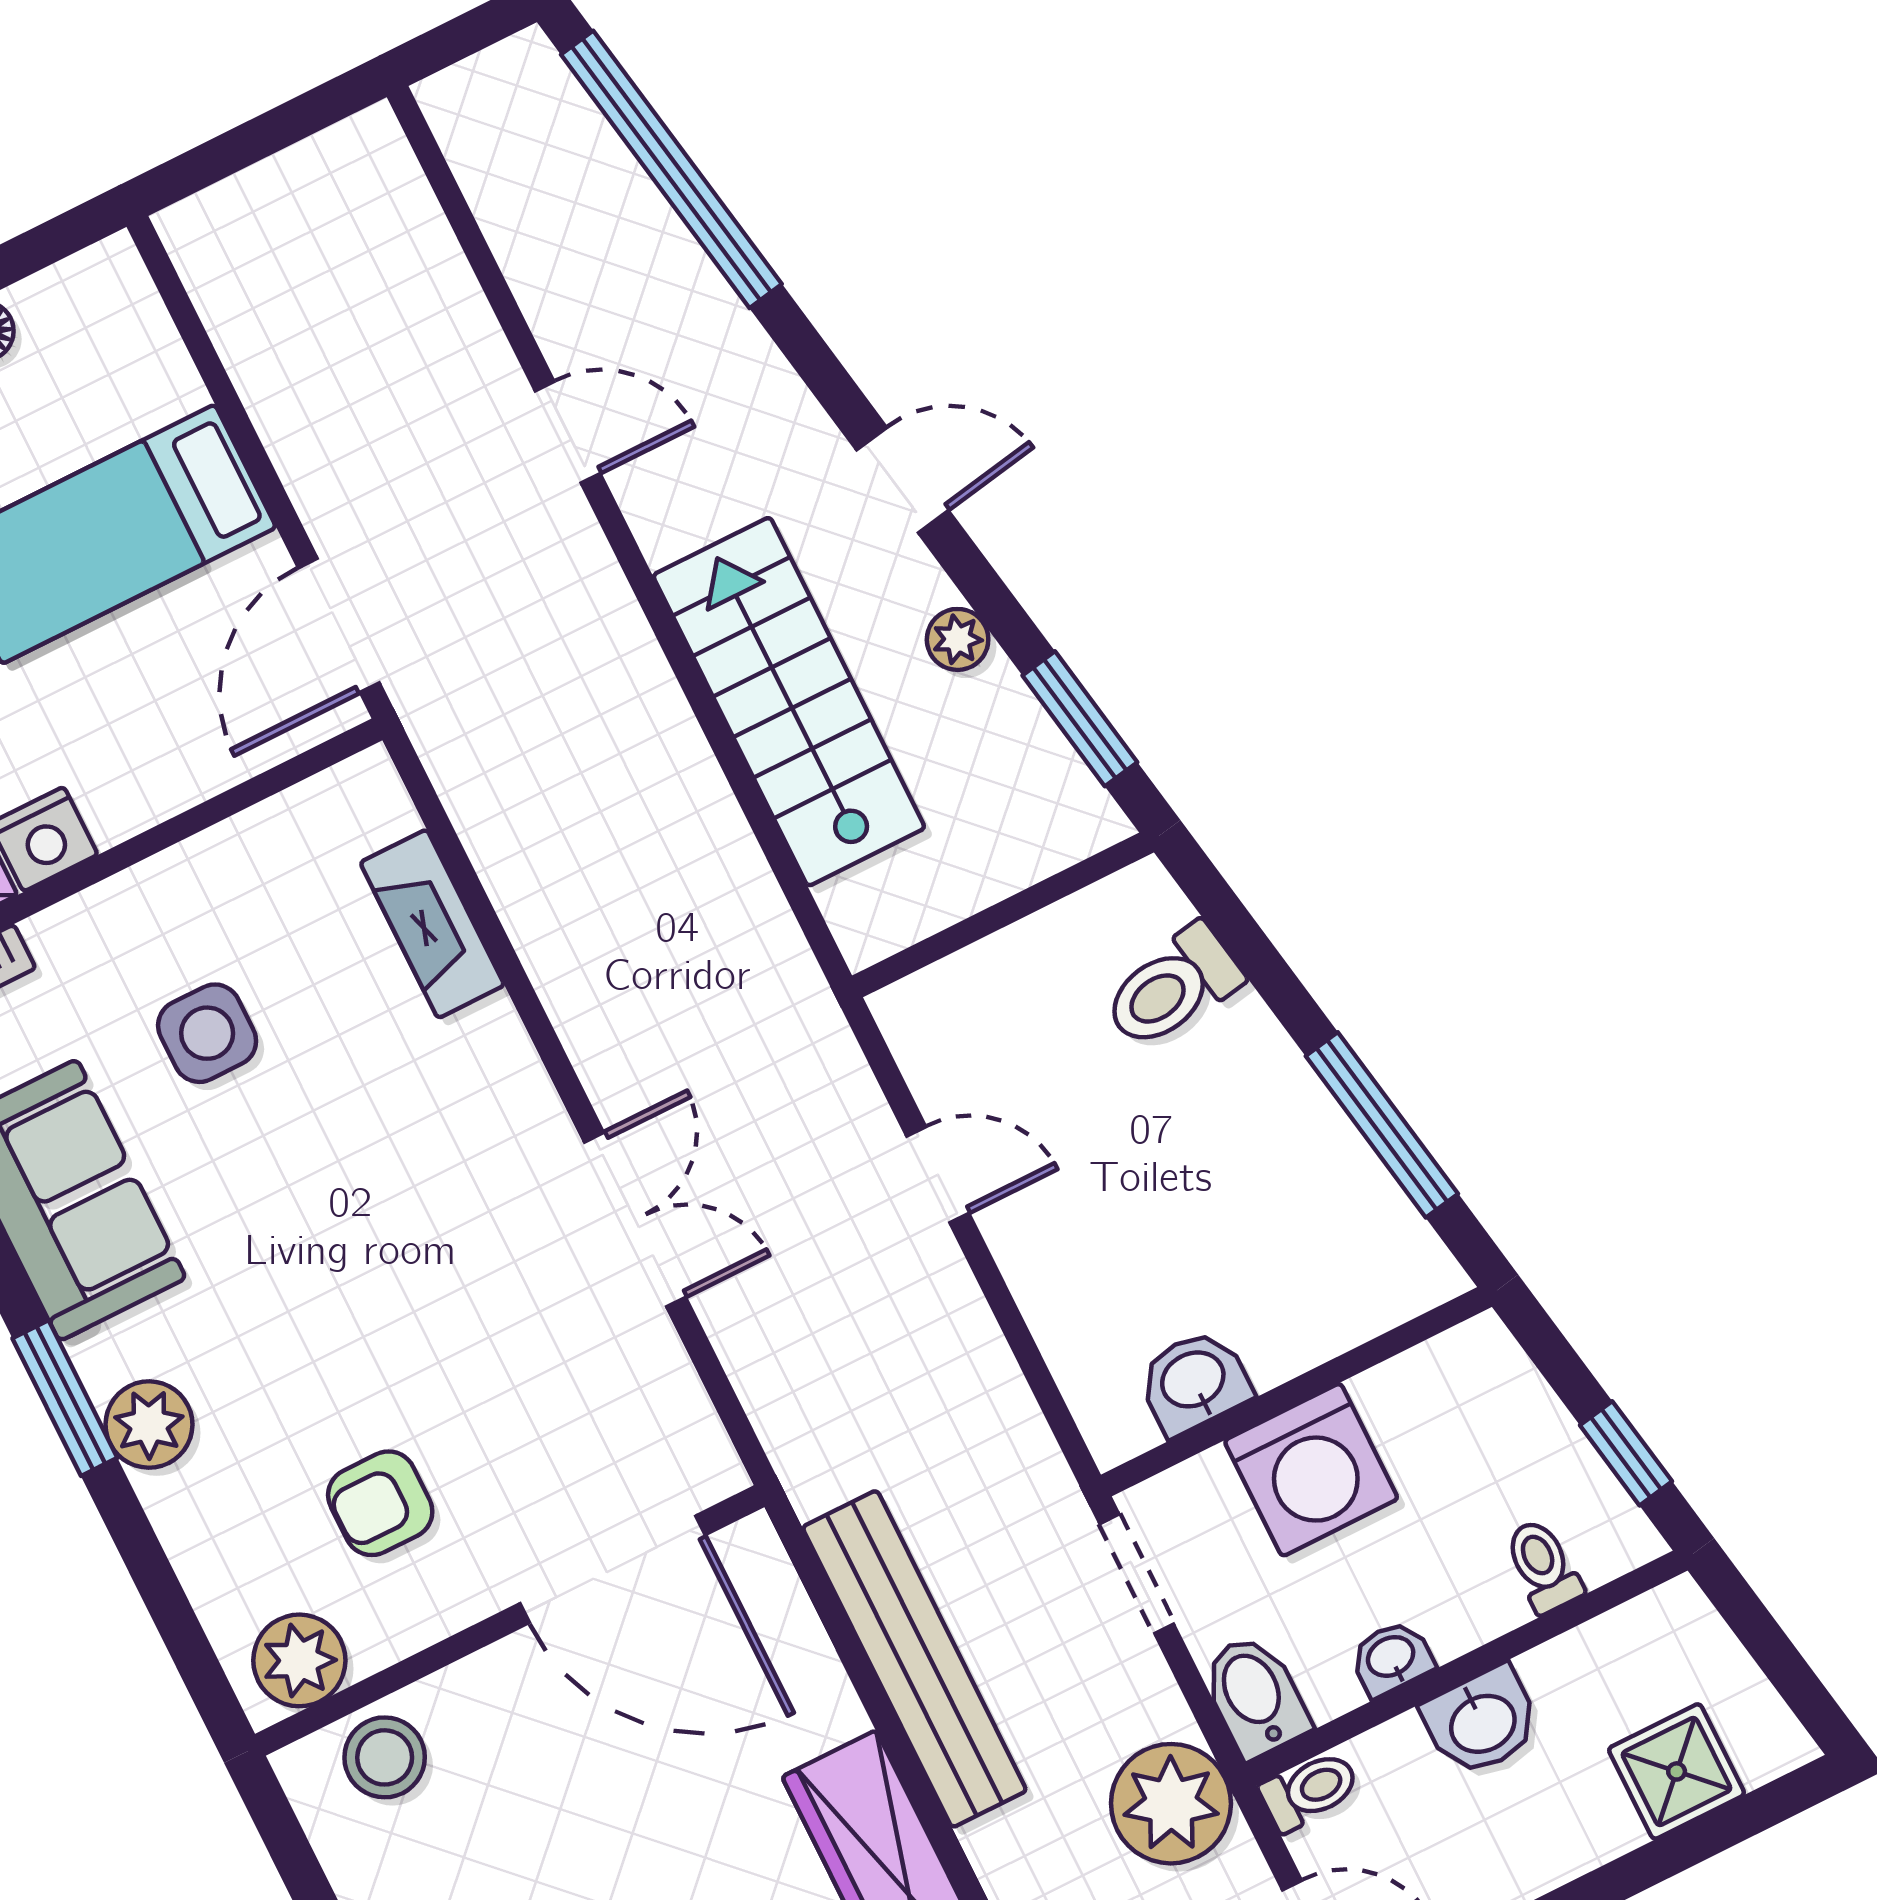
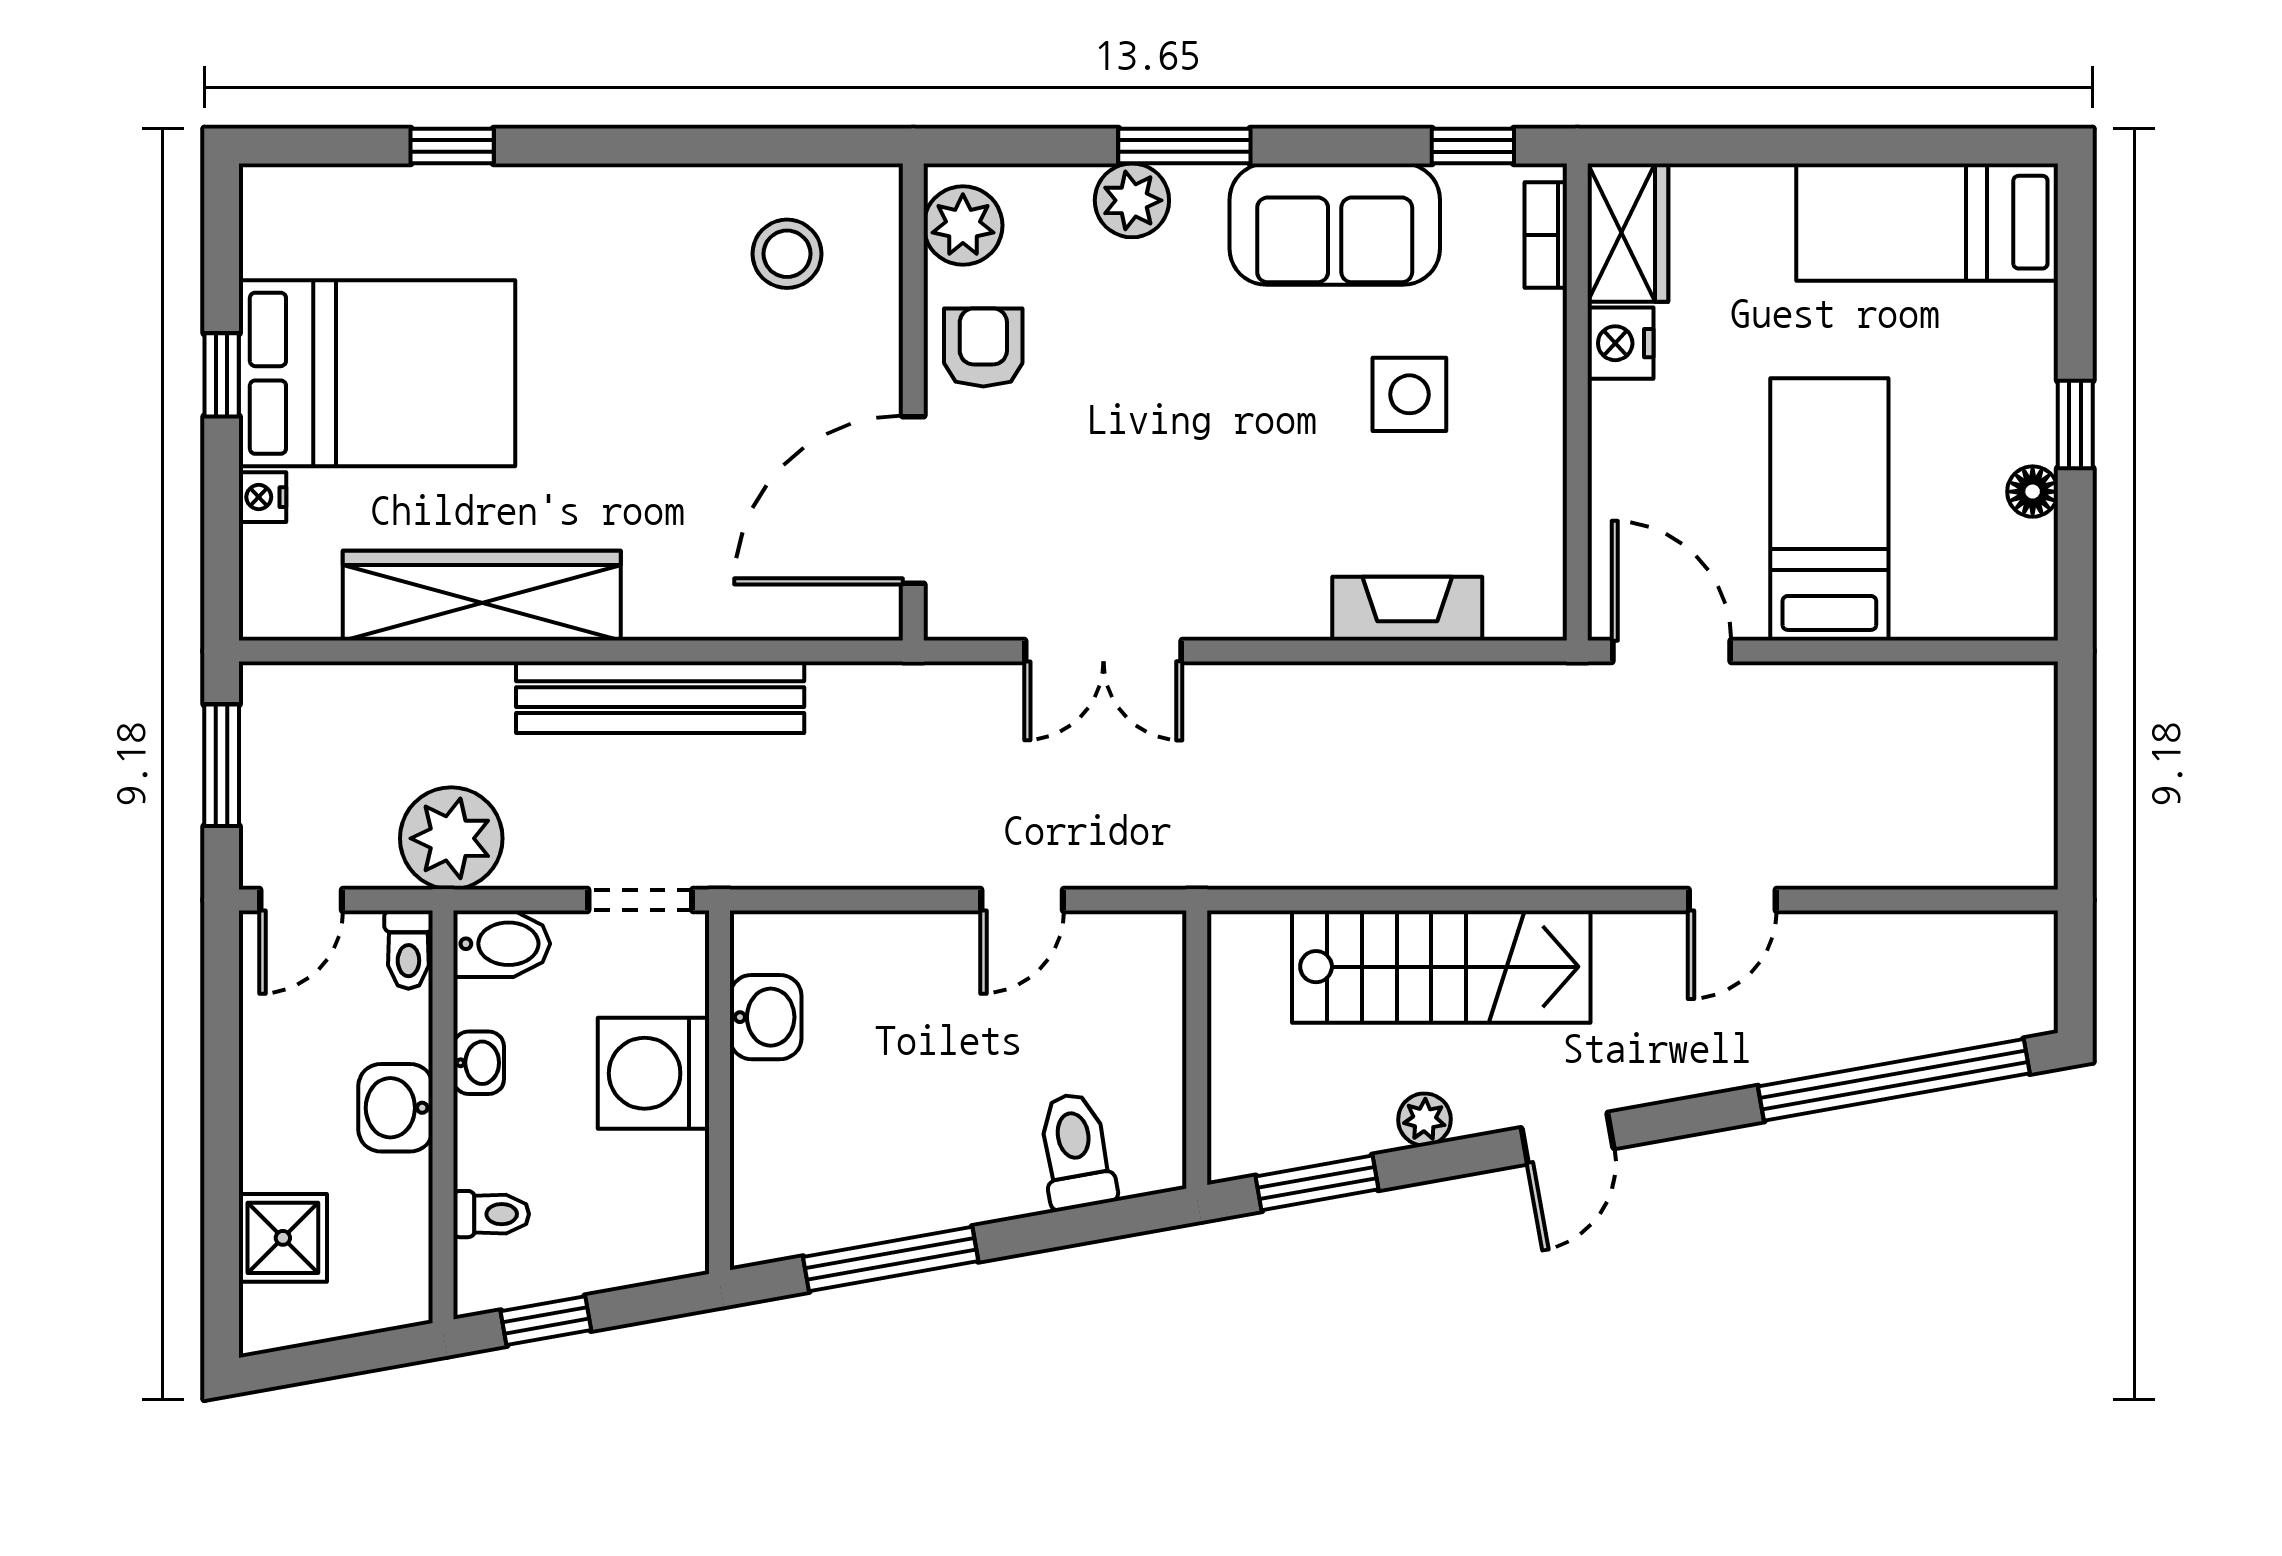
door: (612, 1569) -> (913, 500), moved
wall: (510, 1620) -> (913, 402), moved
plant: (299, 1660) -> (963, 225), moved

